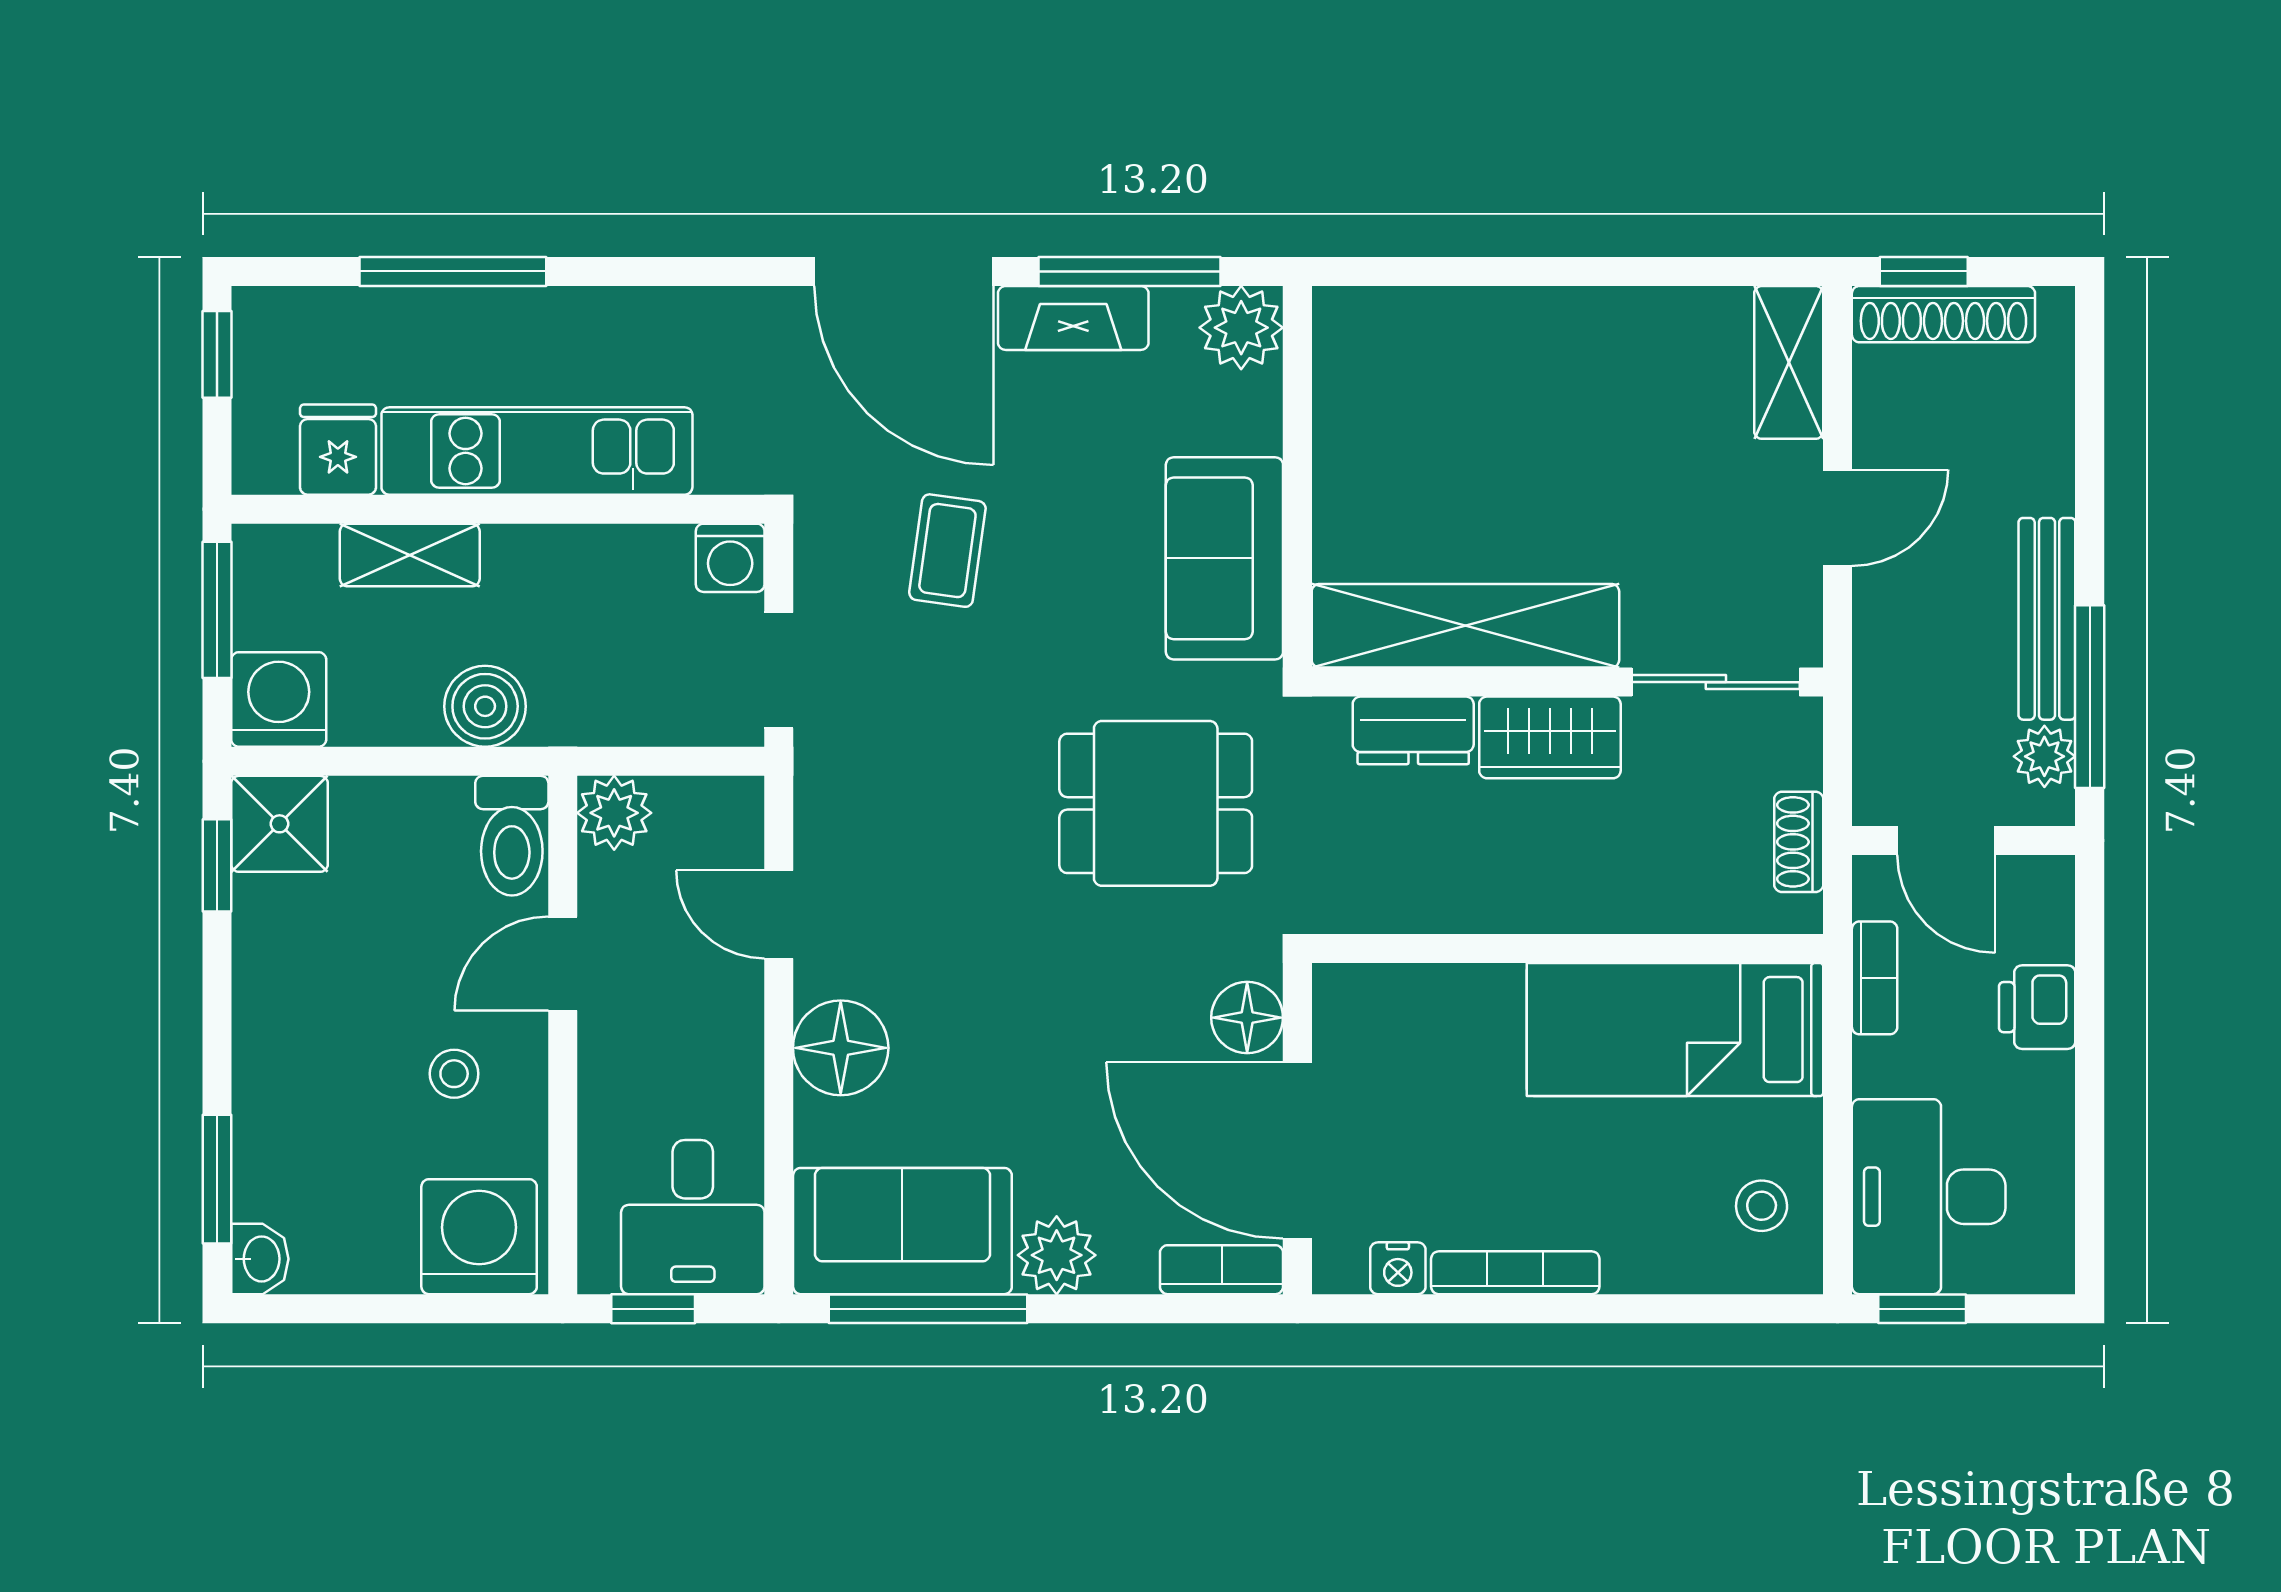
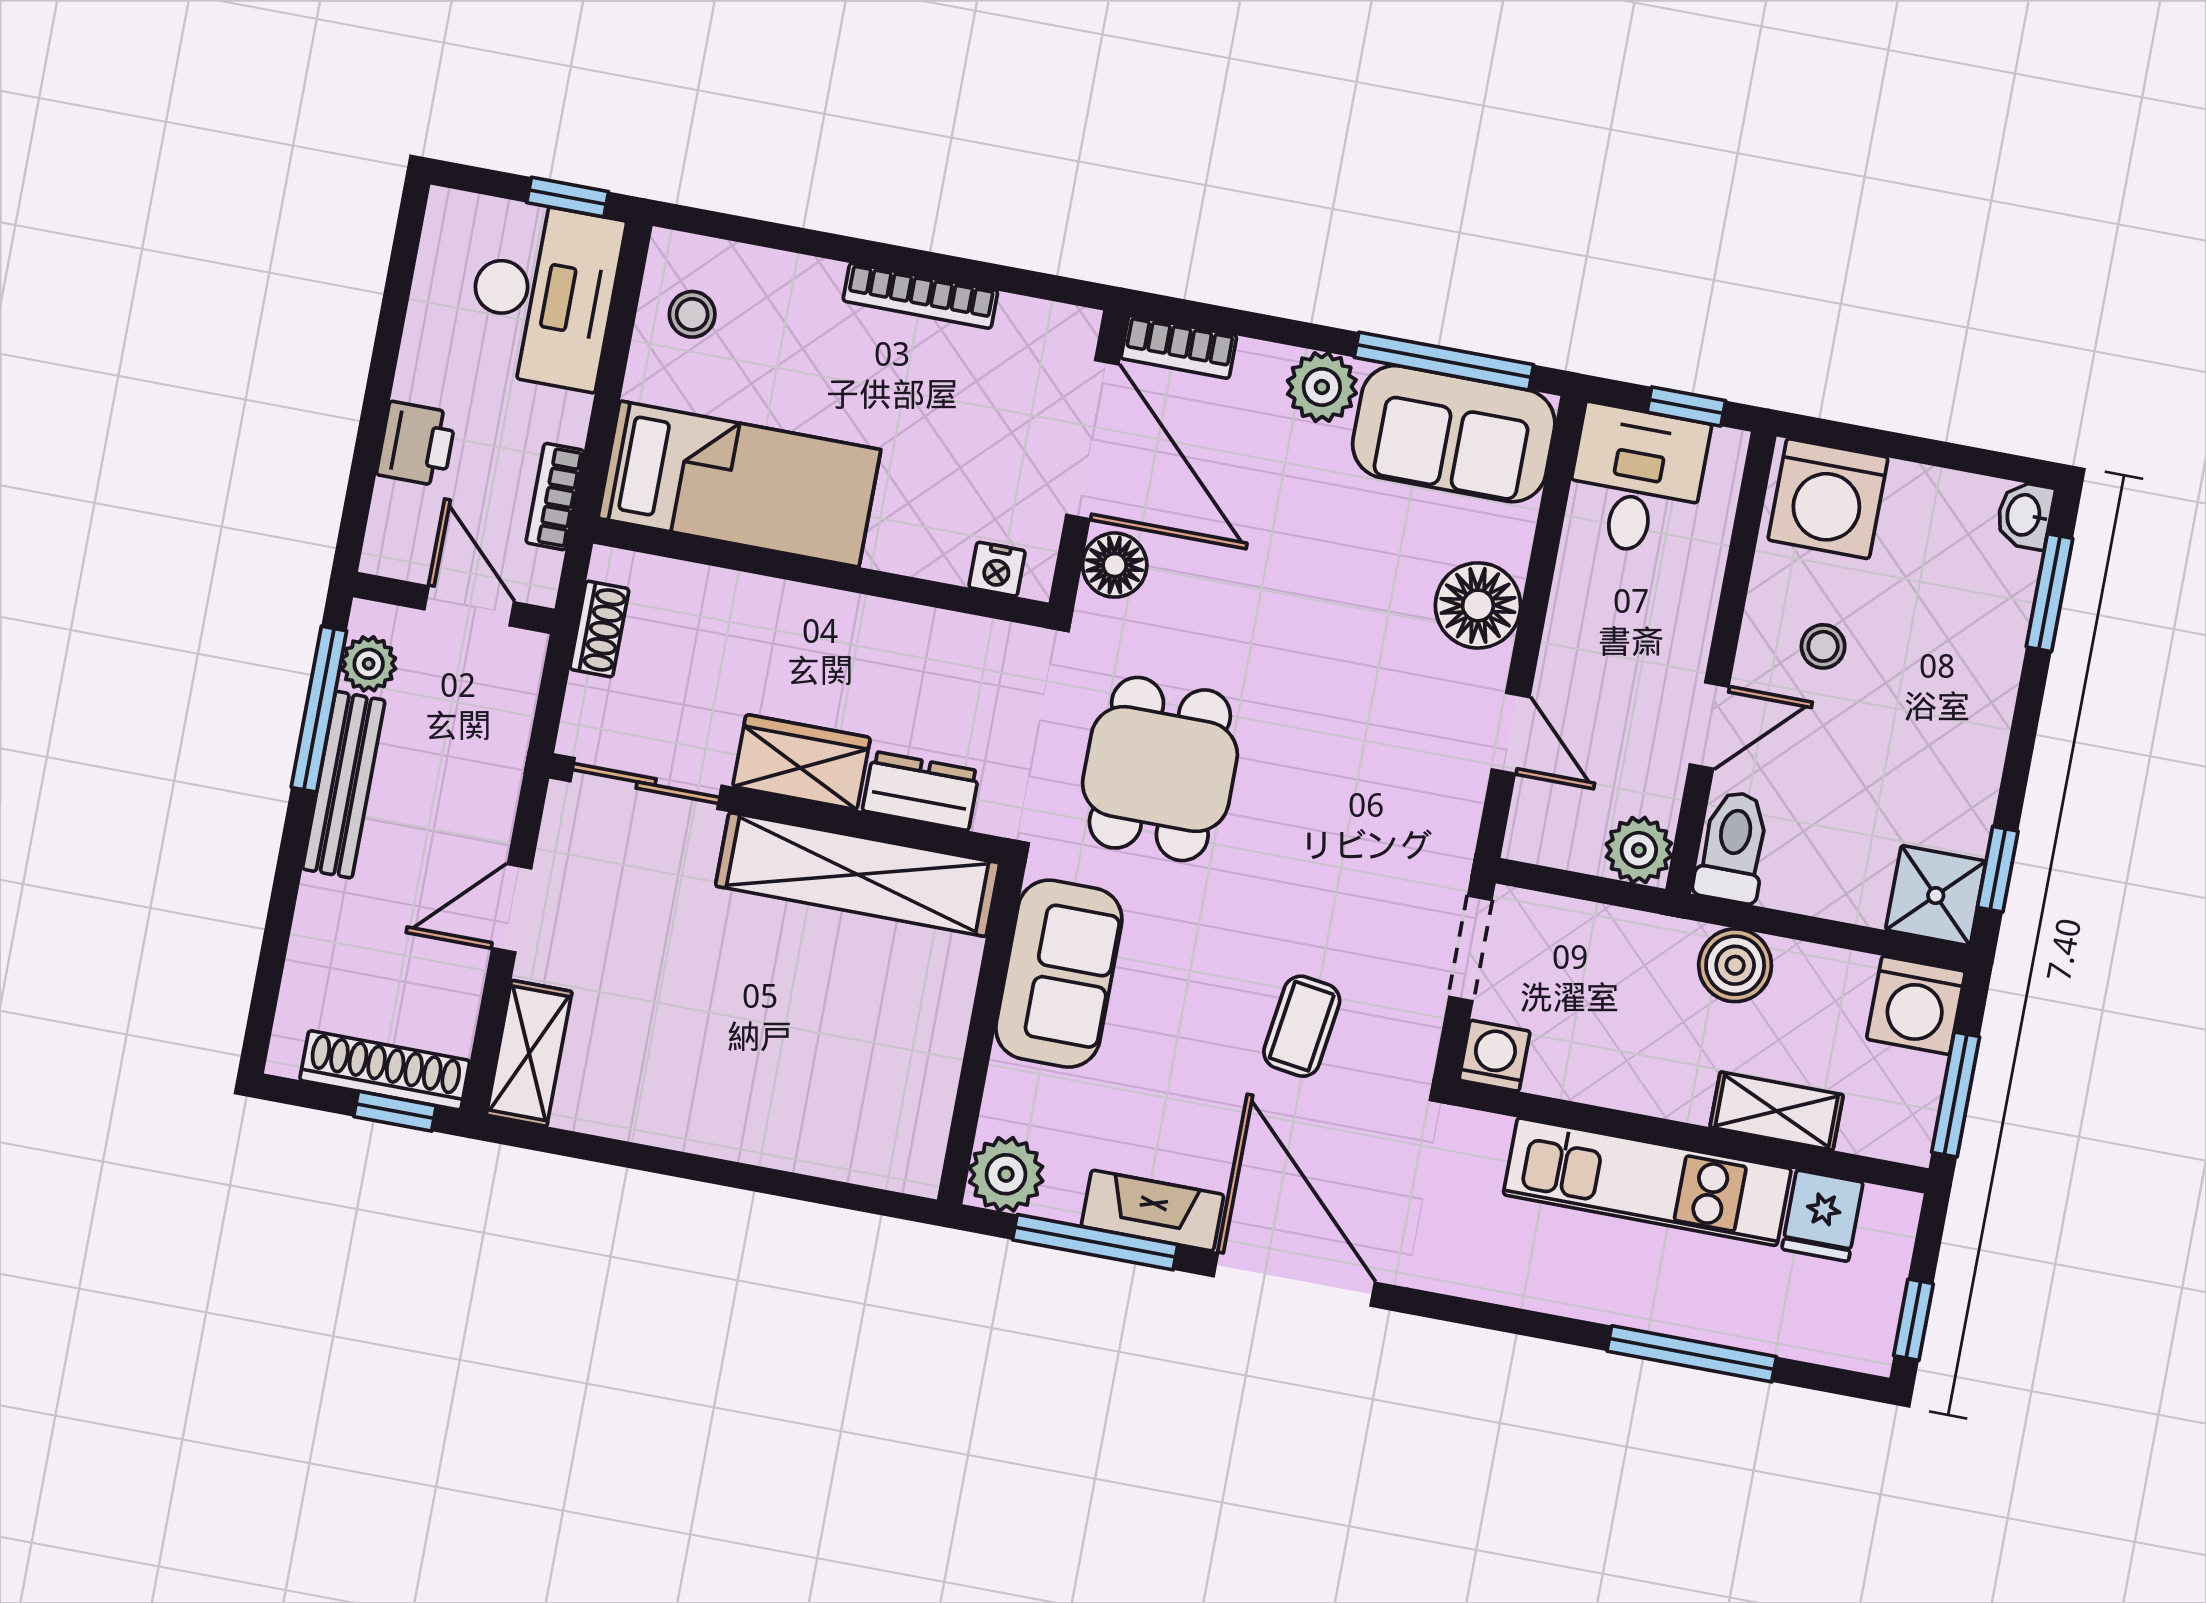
dining table: (1156, 803) -> (1160, 769), turned 90
nightstand: (1398, 1268) -> (997, 569), moved, turned 180

